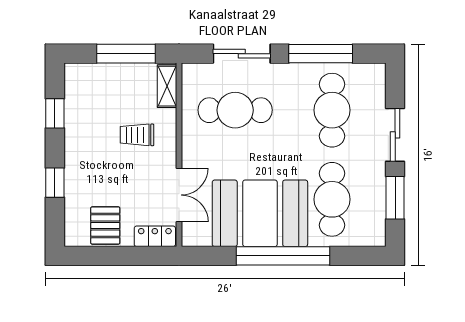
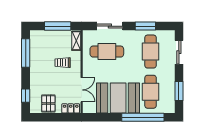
window: (321, 54) -> (145, 26), width x0.69
window: (55, 113) -> (26, 53), width x2.17
sliding door: (395, 135) -> (179, 52), moved
window: (55, 183) -> (26, 96), moved
window: (283, 256) -> (143, 117), moved

